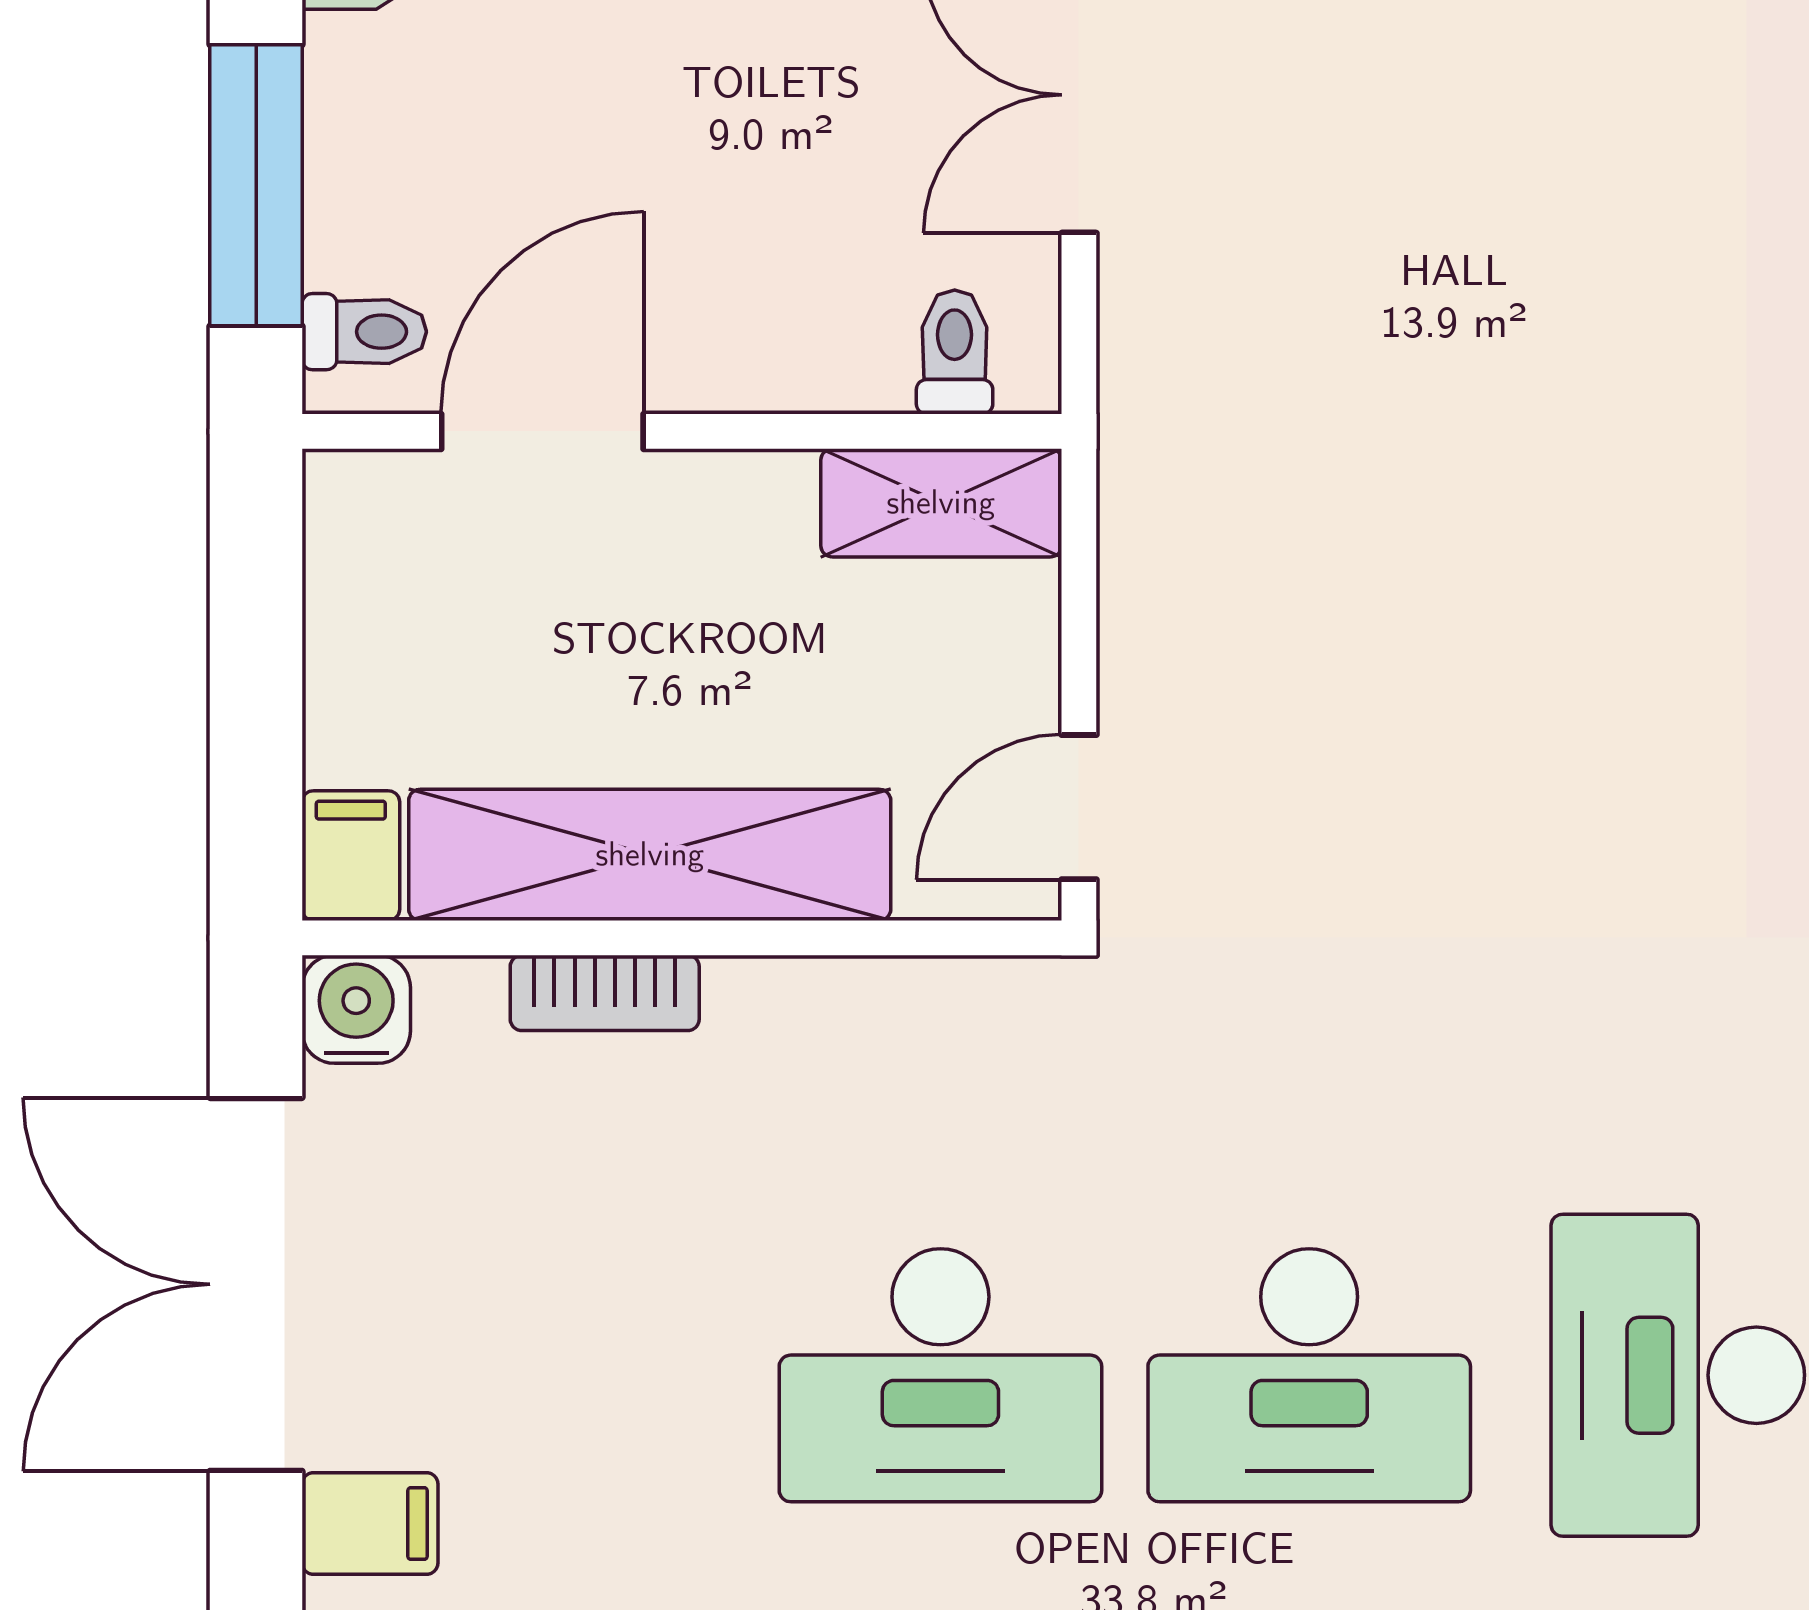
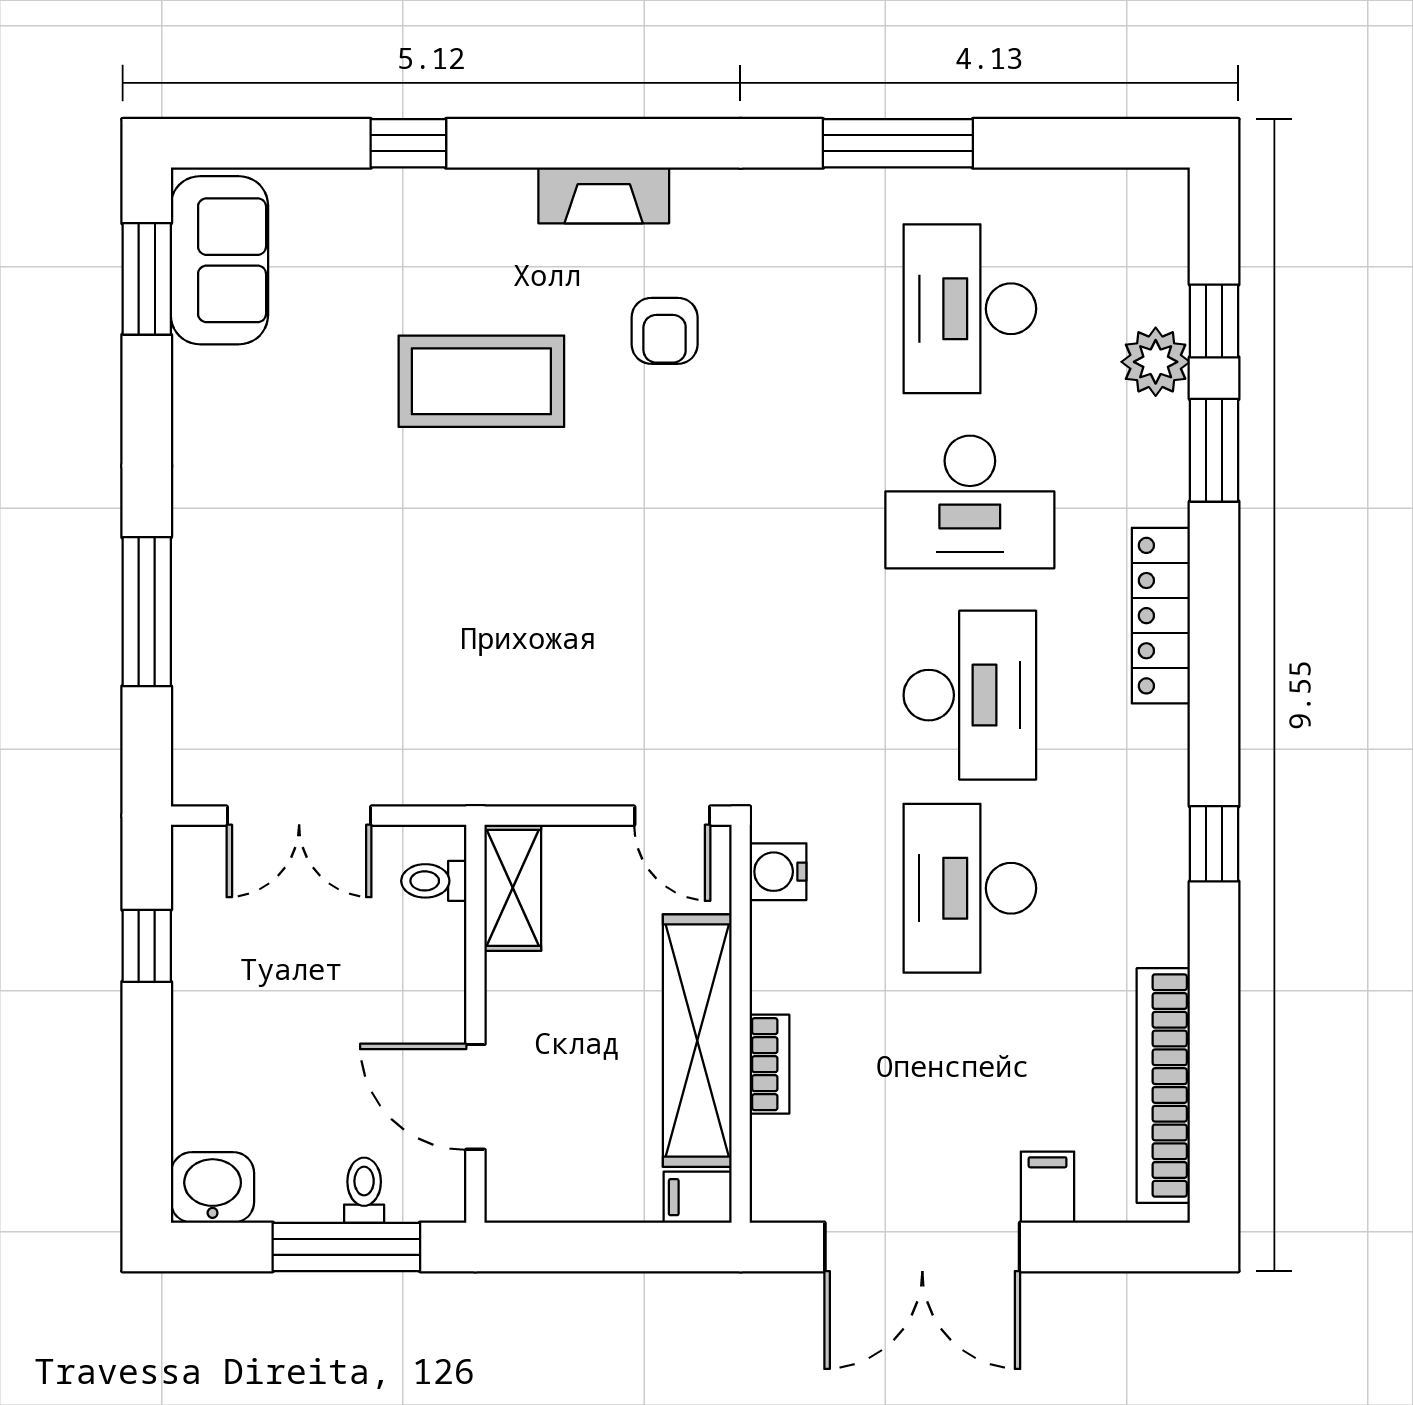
toilet: (364, 332) -> (364, 1190), moved
water cooler: (356, 1009) -> (778, 872), moved
desk: (940, 1375) -> (970, 888), turned 180

